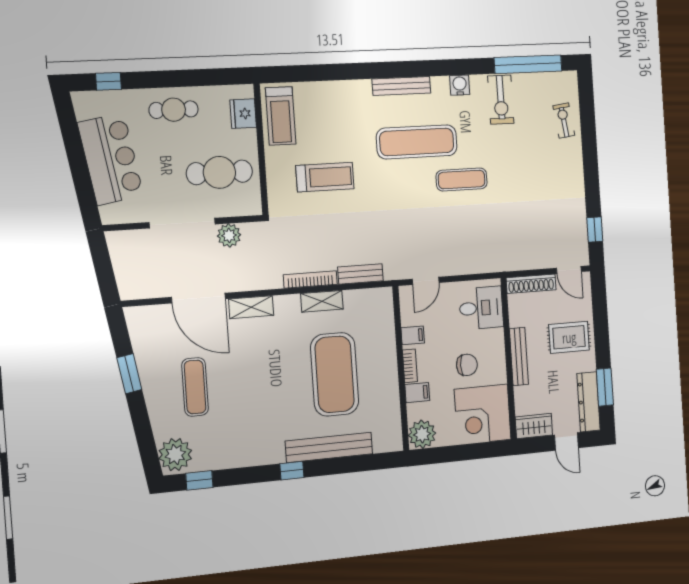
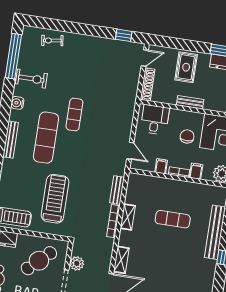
cafe table: (219, 172) -> (39, 261), turned 47
treadmill: (325, 177) -> (55, 199), width x1.37, depth x1.38
bench: (519, 357) -> (190, 102), width x0.73
exercise mat: (335, 374) -> (173, 219), width x0.50, depth x0.69

